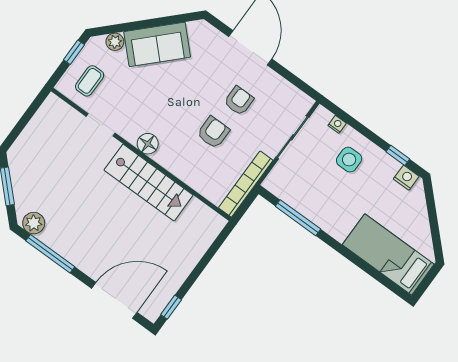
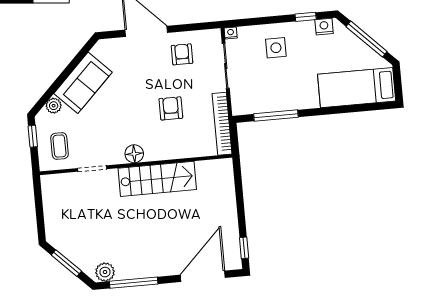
armchair: (239, 101) -> (182, 54), moved
nightstand: (337, 124) -> (231, 33), moved
window: (433, 220) -> (367, 39), added

